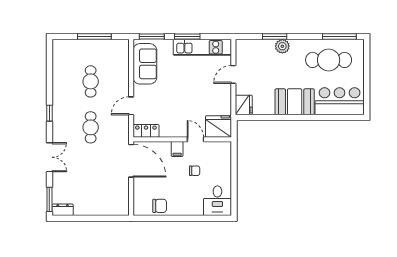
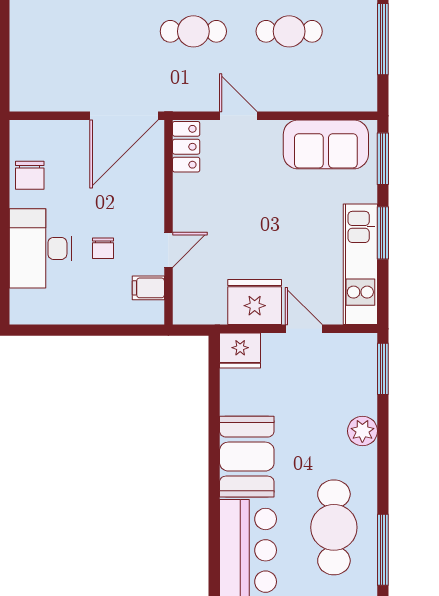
window: (275, 36) -> (383, 369), moved
fridge: (218, 126) -> (255, 302), moved, turned -90
filing cabinet: (177, 149) -> (148, 288), moved
desk: (217, 201) -> (41, 248), moved, width x1.37

